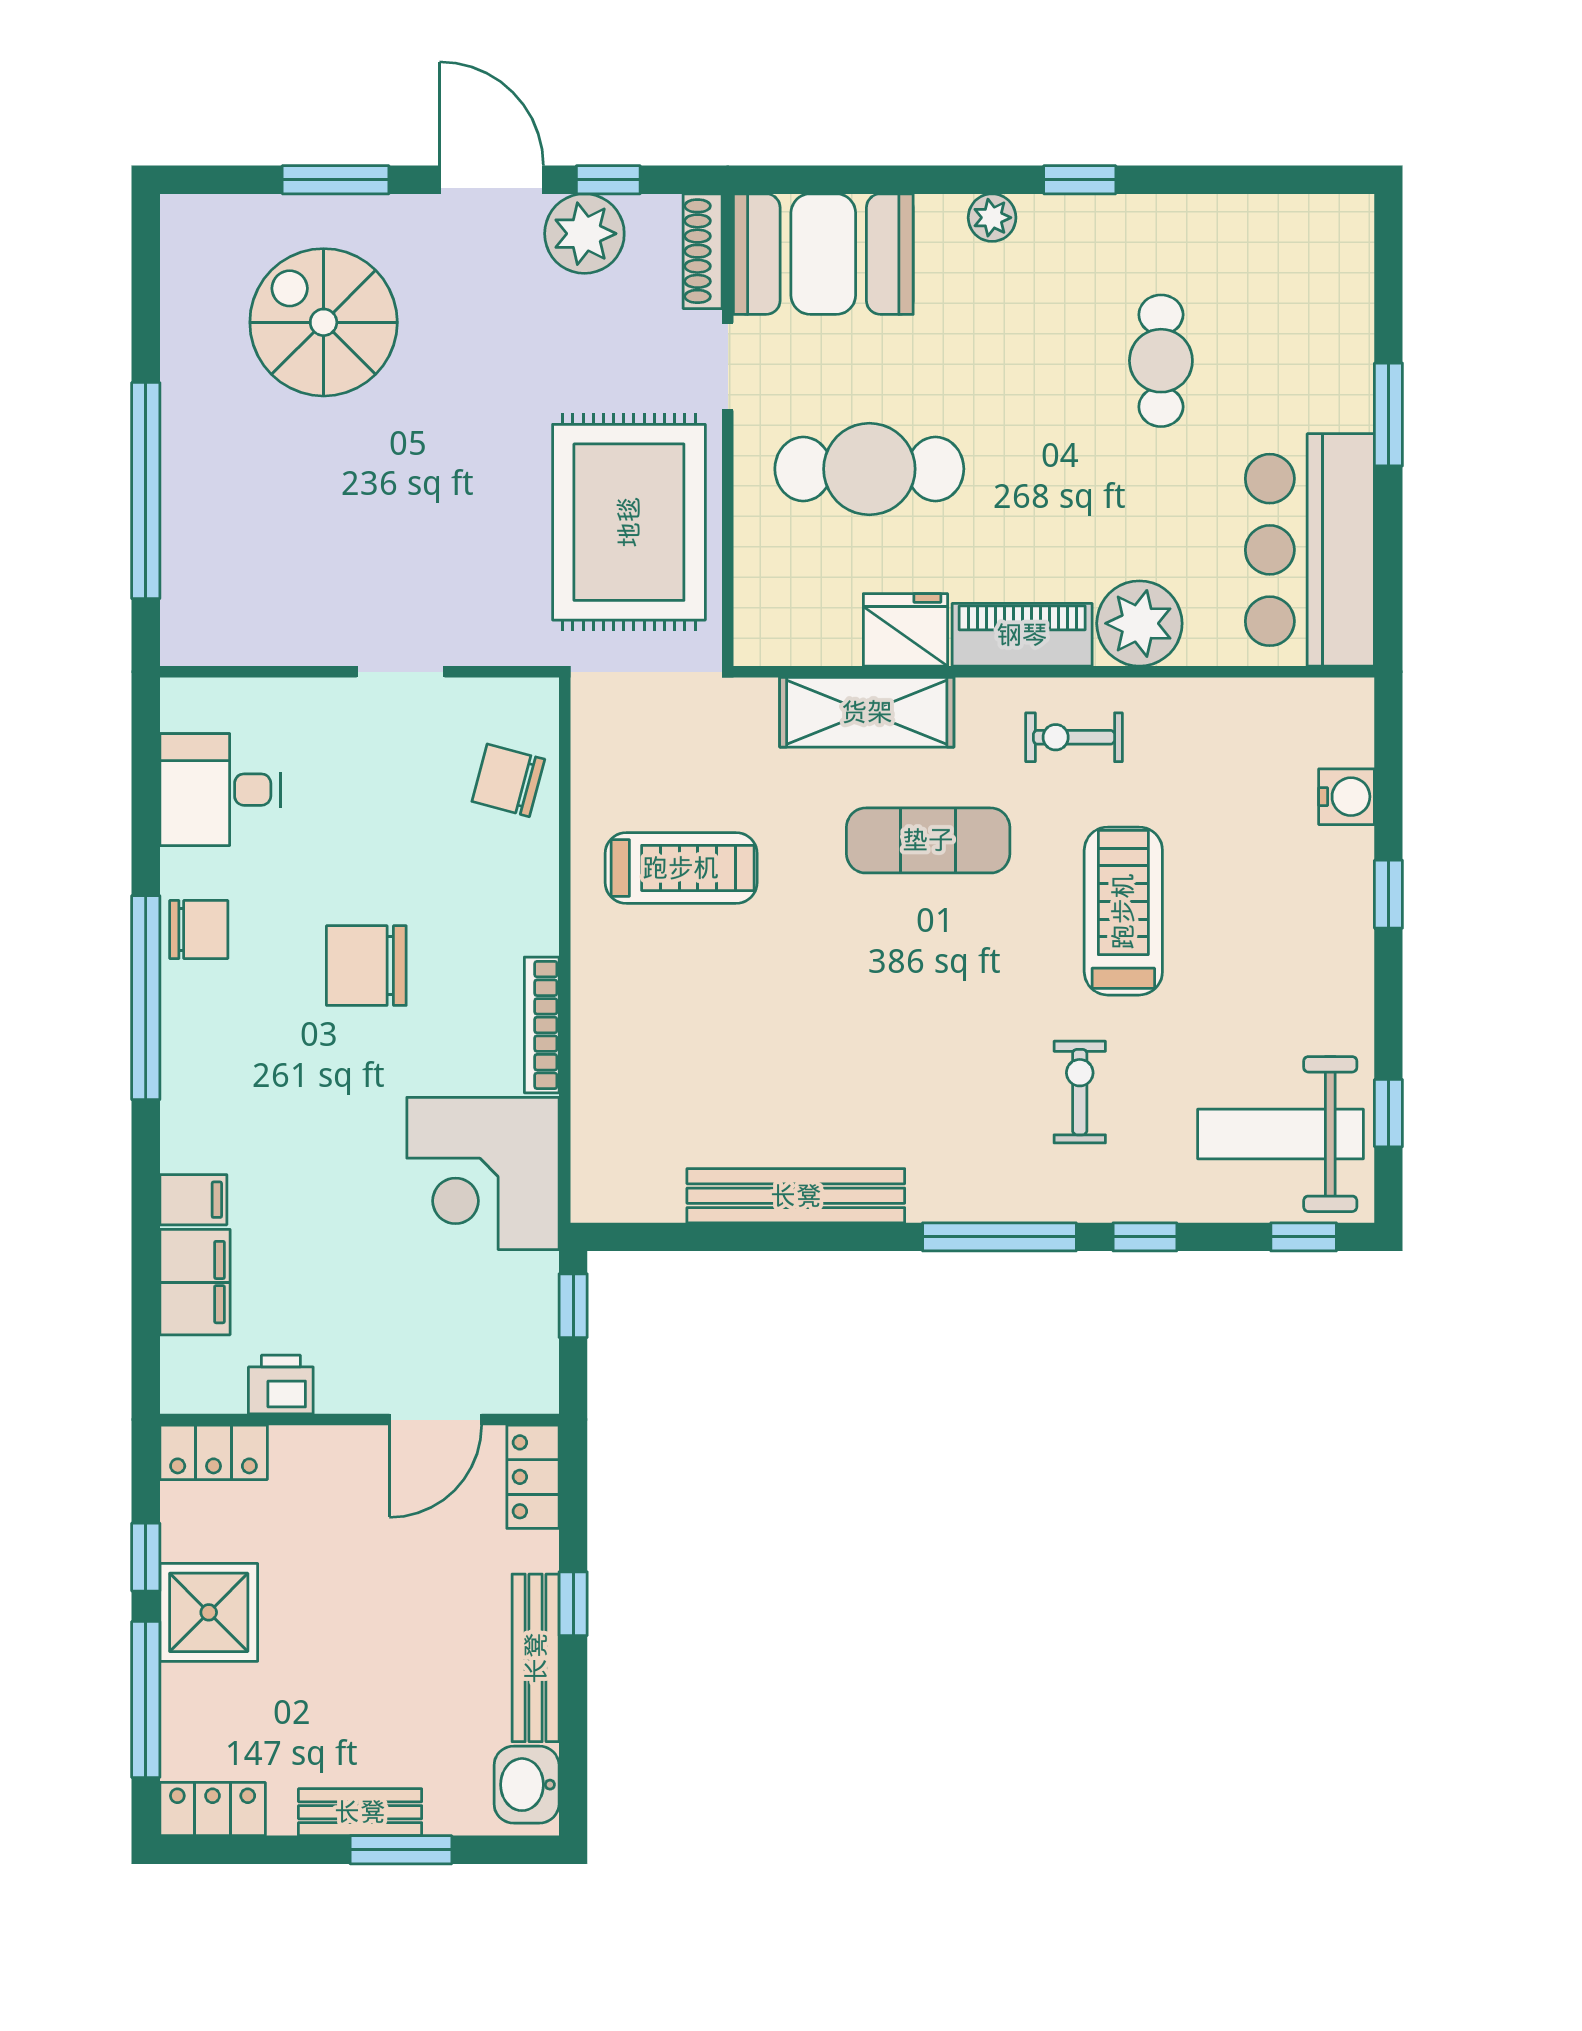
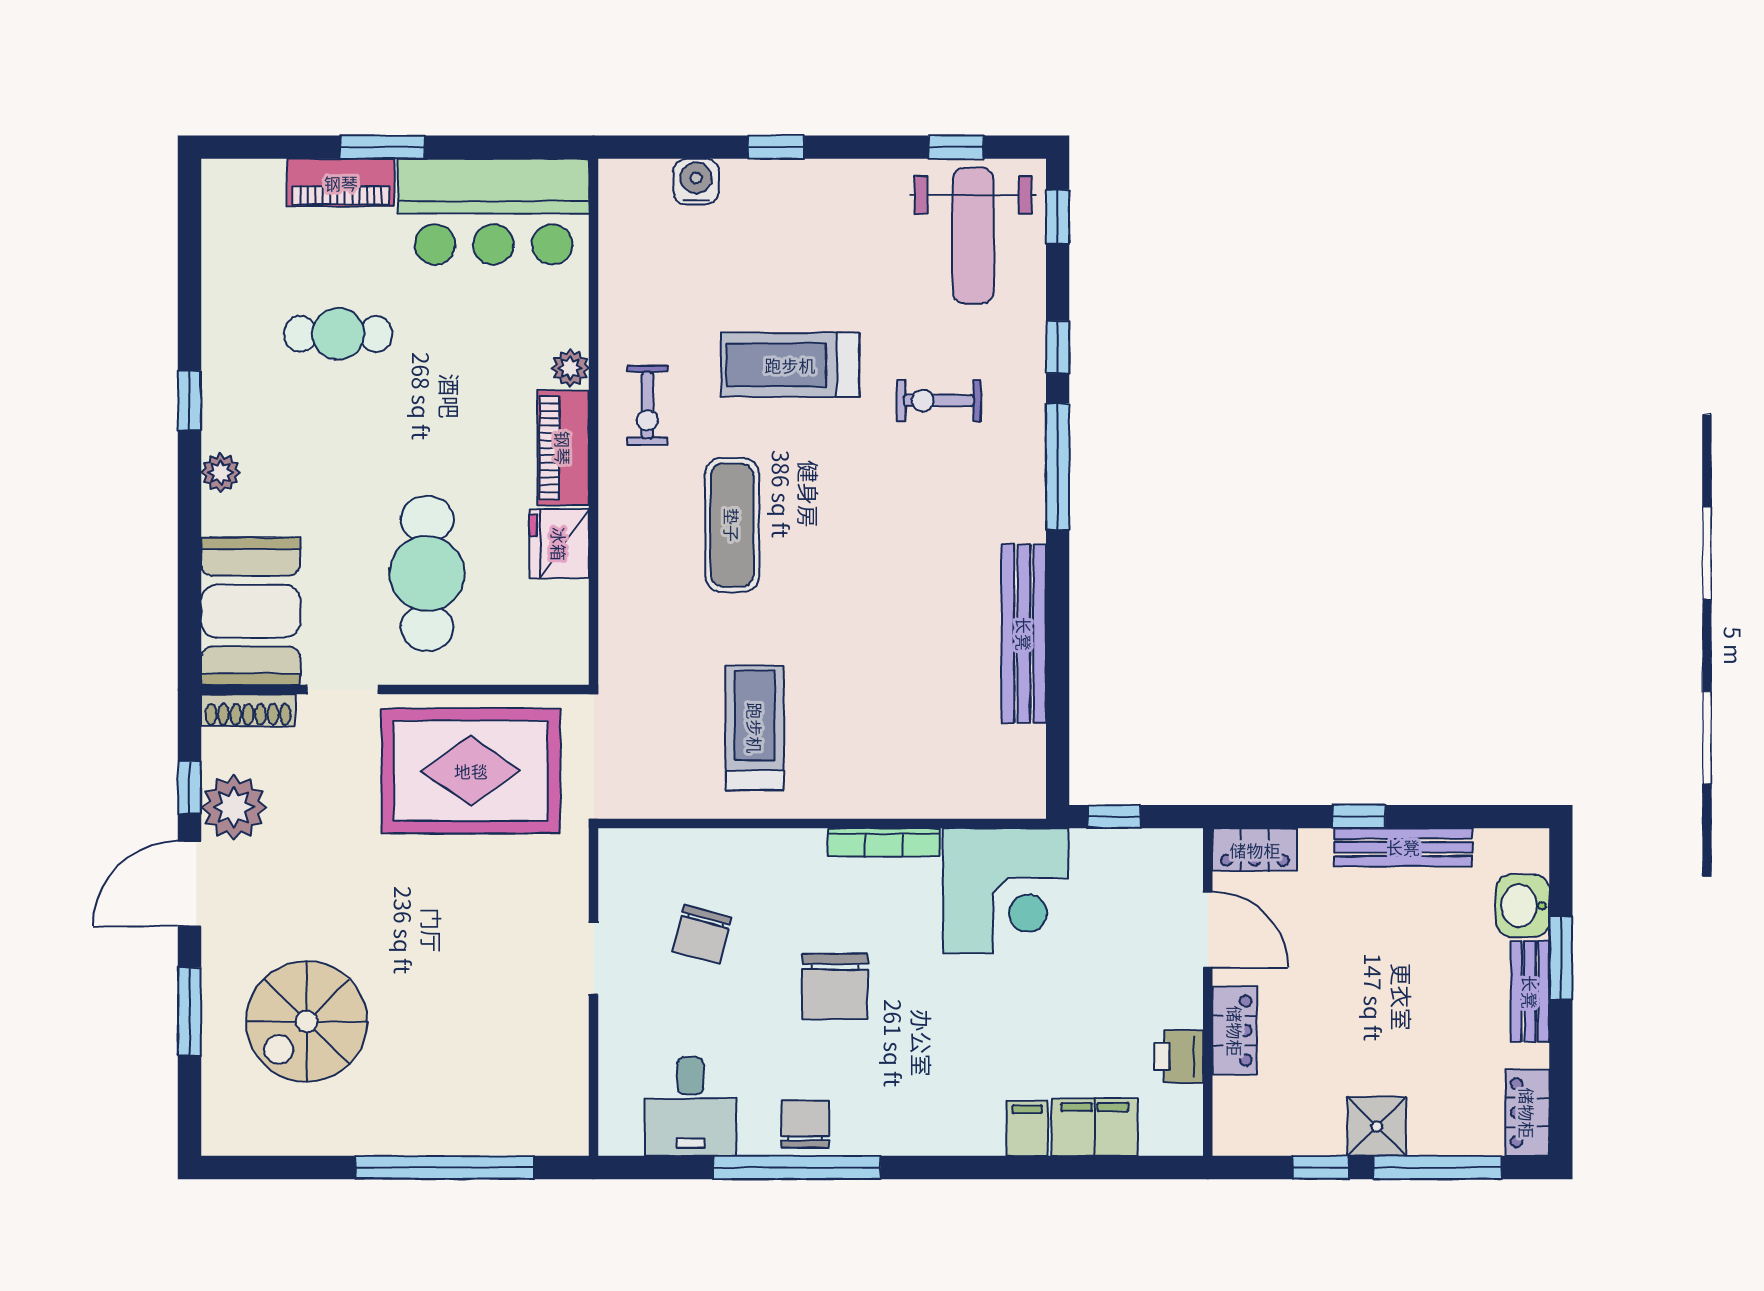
piano: (1345, 364) -> (341, 183), added
plant: (1139, 623) -> (570, 368), width x0.53, depth x0.53
shelving: (867, 712) -> (627, 575), removed
chair: (508, 780) -> (702, 934), moved
window: (146, 998) -> (797, 1168), moved
locker: (214, 1452) -> (1235, 1031), moved
shower: (209, 1612) -> (1377, 1127), width x0.73, depth x0.73
washbasin: (527, 1785) -> (1523, 906), moved, turned 90

